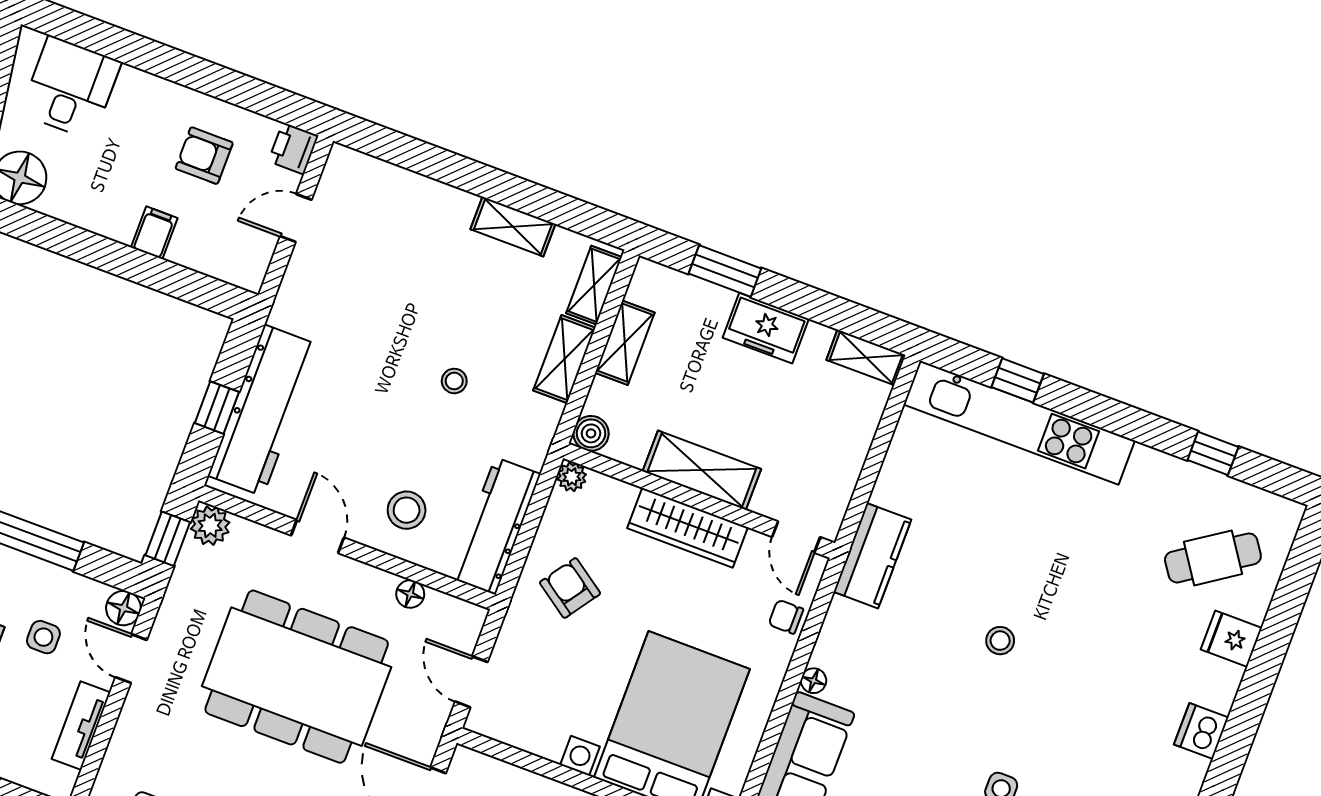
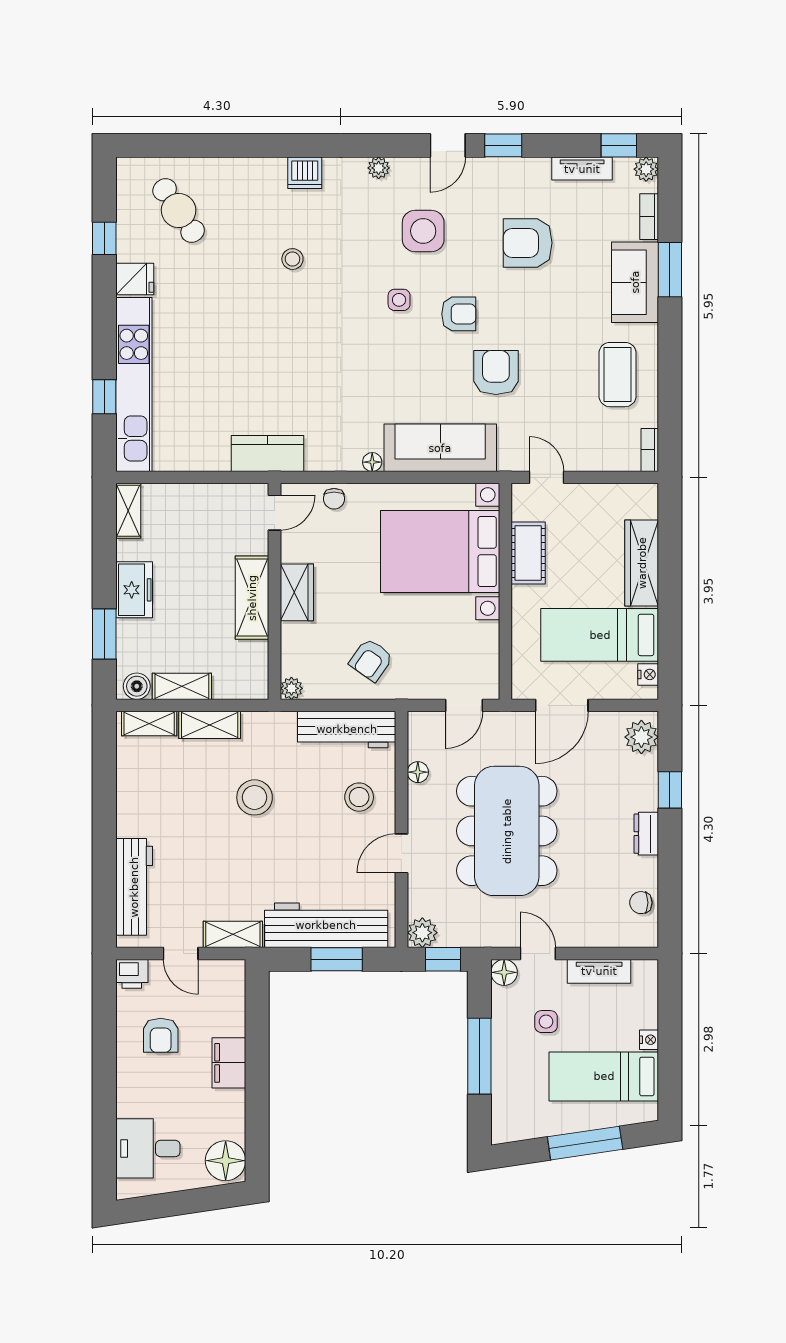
workbench: (399, 191) -> (134, 887), added
shelving: (513, 227) -> (233, 934), moved, turned 90
filing cabinet: (154, 233) -> (229, 1063), width x2.00
stool: (454, 381) -> (255, 797), width x1.89, depth x1.89
window: (217, 408) -> (337, 959), width x1.50
boiler: (591, 433) -> (137, 686), moved
wardrobe: (688, 528) -> (297, 592), width x0.67
fridge: (1231, 639) -> (135, 279), moved, turned -90
stool: (1000, 641) -> (292, 259), moved
door: (131, 659) -> (538, 953), swing flipped

